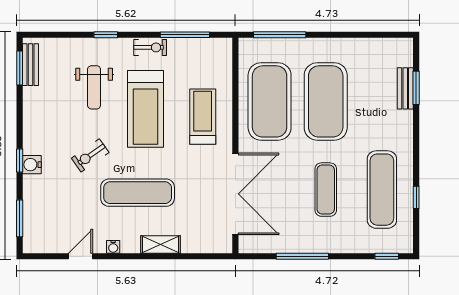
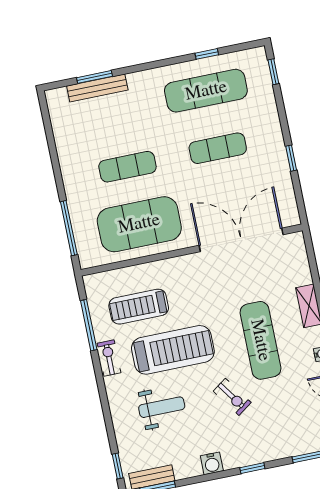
window: (106, 35) -> (118, 466), moved
bench: (405, 88) -> (97, 88), width x1.36
exercise mat: (326, 101) -> (127, 167), width x0.50, depth x0.69
treadmill: (203, 117) -> (139, 307), moved
water cooler: (32, 165) -> (212, 463), moved
window: (302, 256) -> (291, 158), width x0.46

